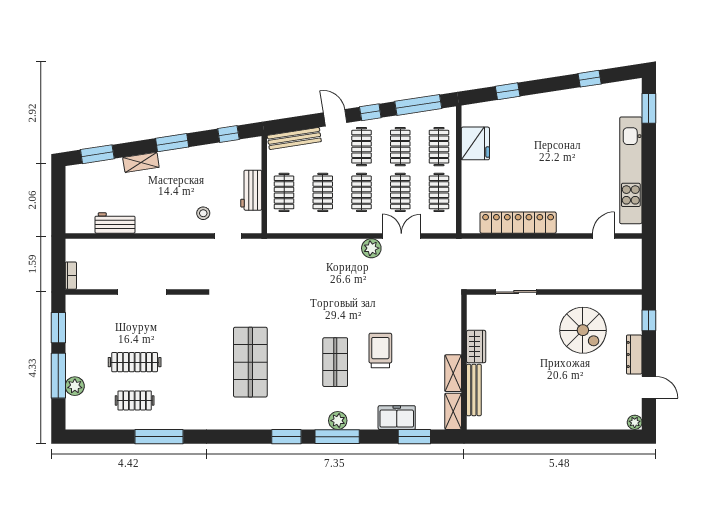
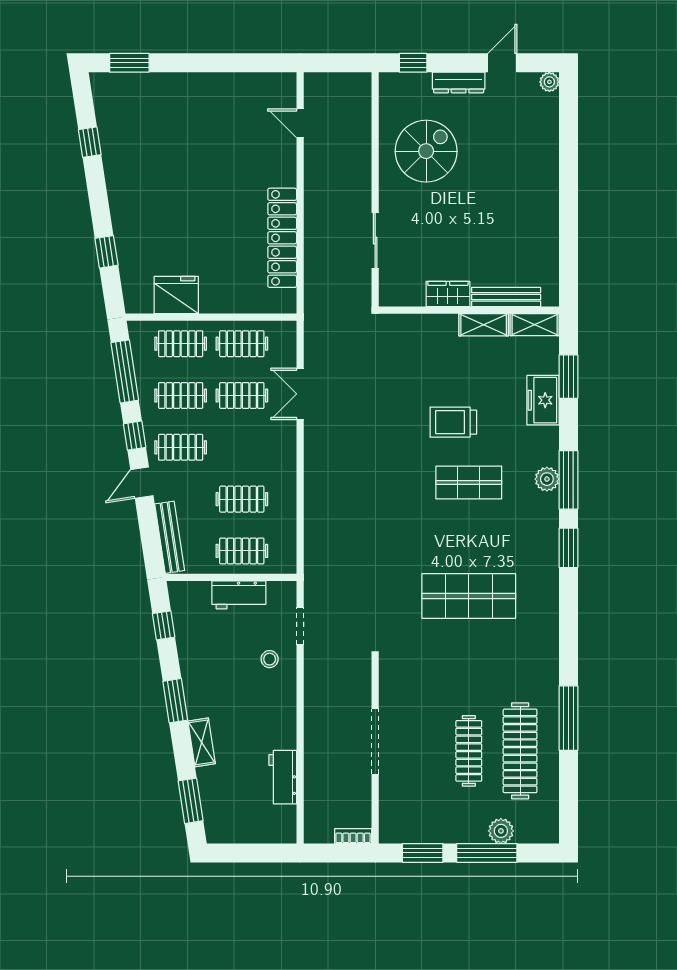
kitchen unit: (631, 170) -> (212, 87), removed
clothes rail: (362, 192) -> (242, 447), removed
plant: (371, 248) -> (316, 434), removed
clothes rail: (135, 400) -> (520, 751), width x1.86, depth x1.31

